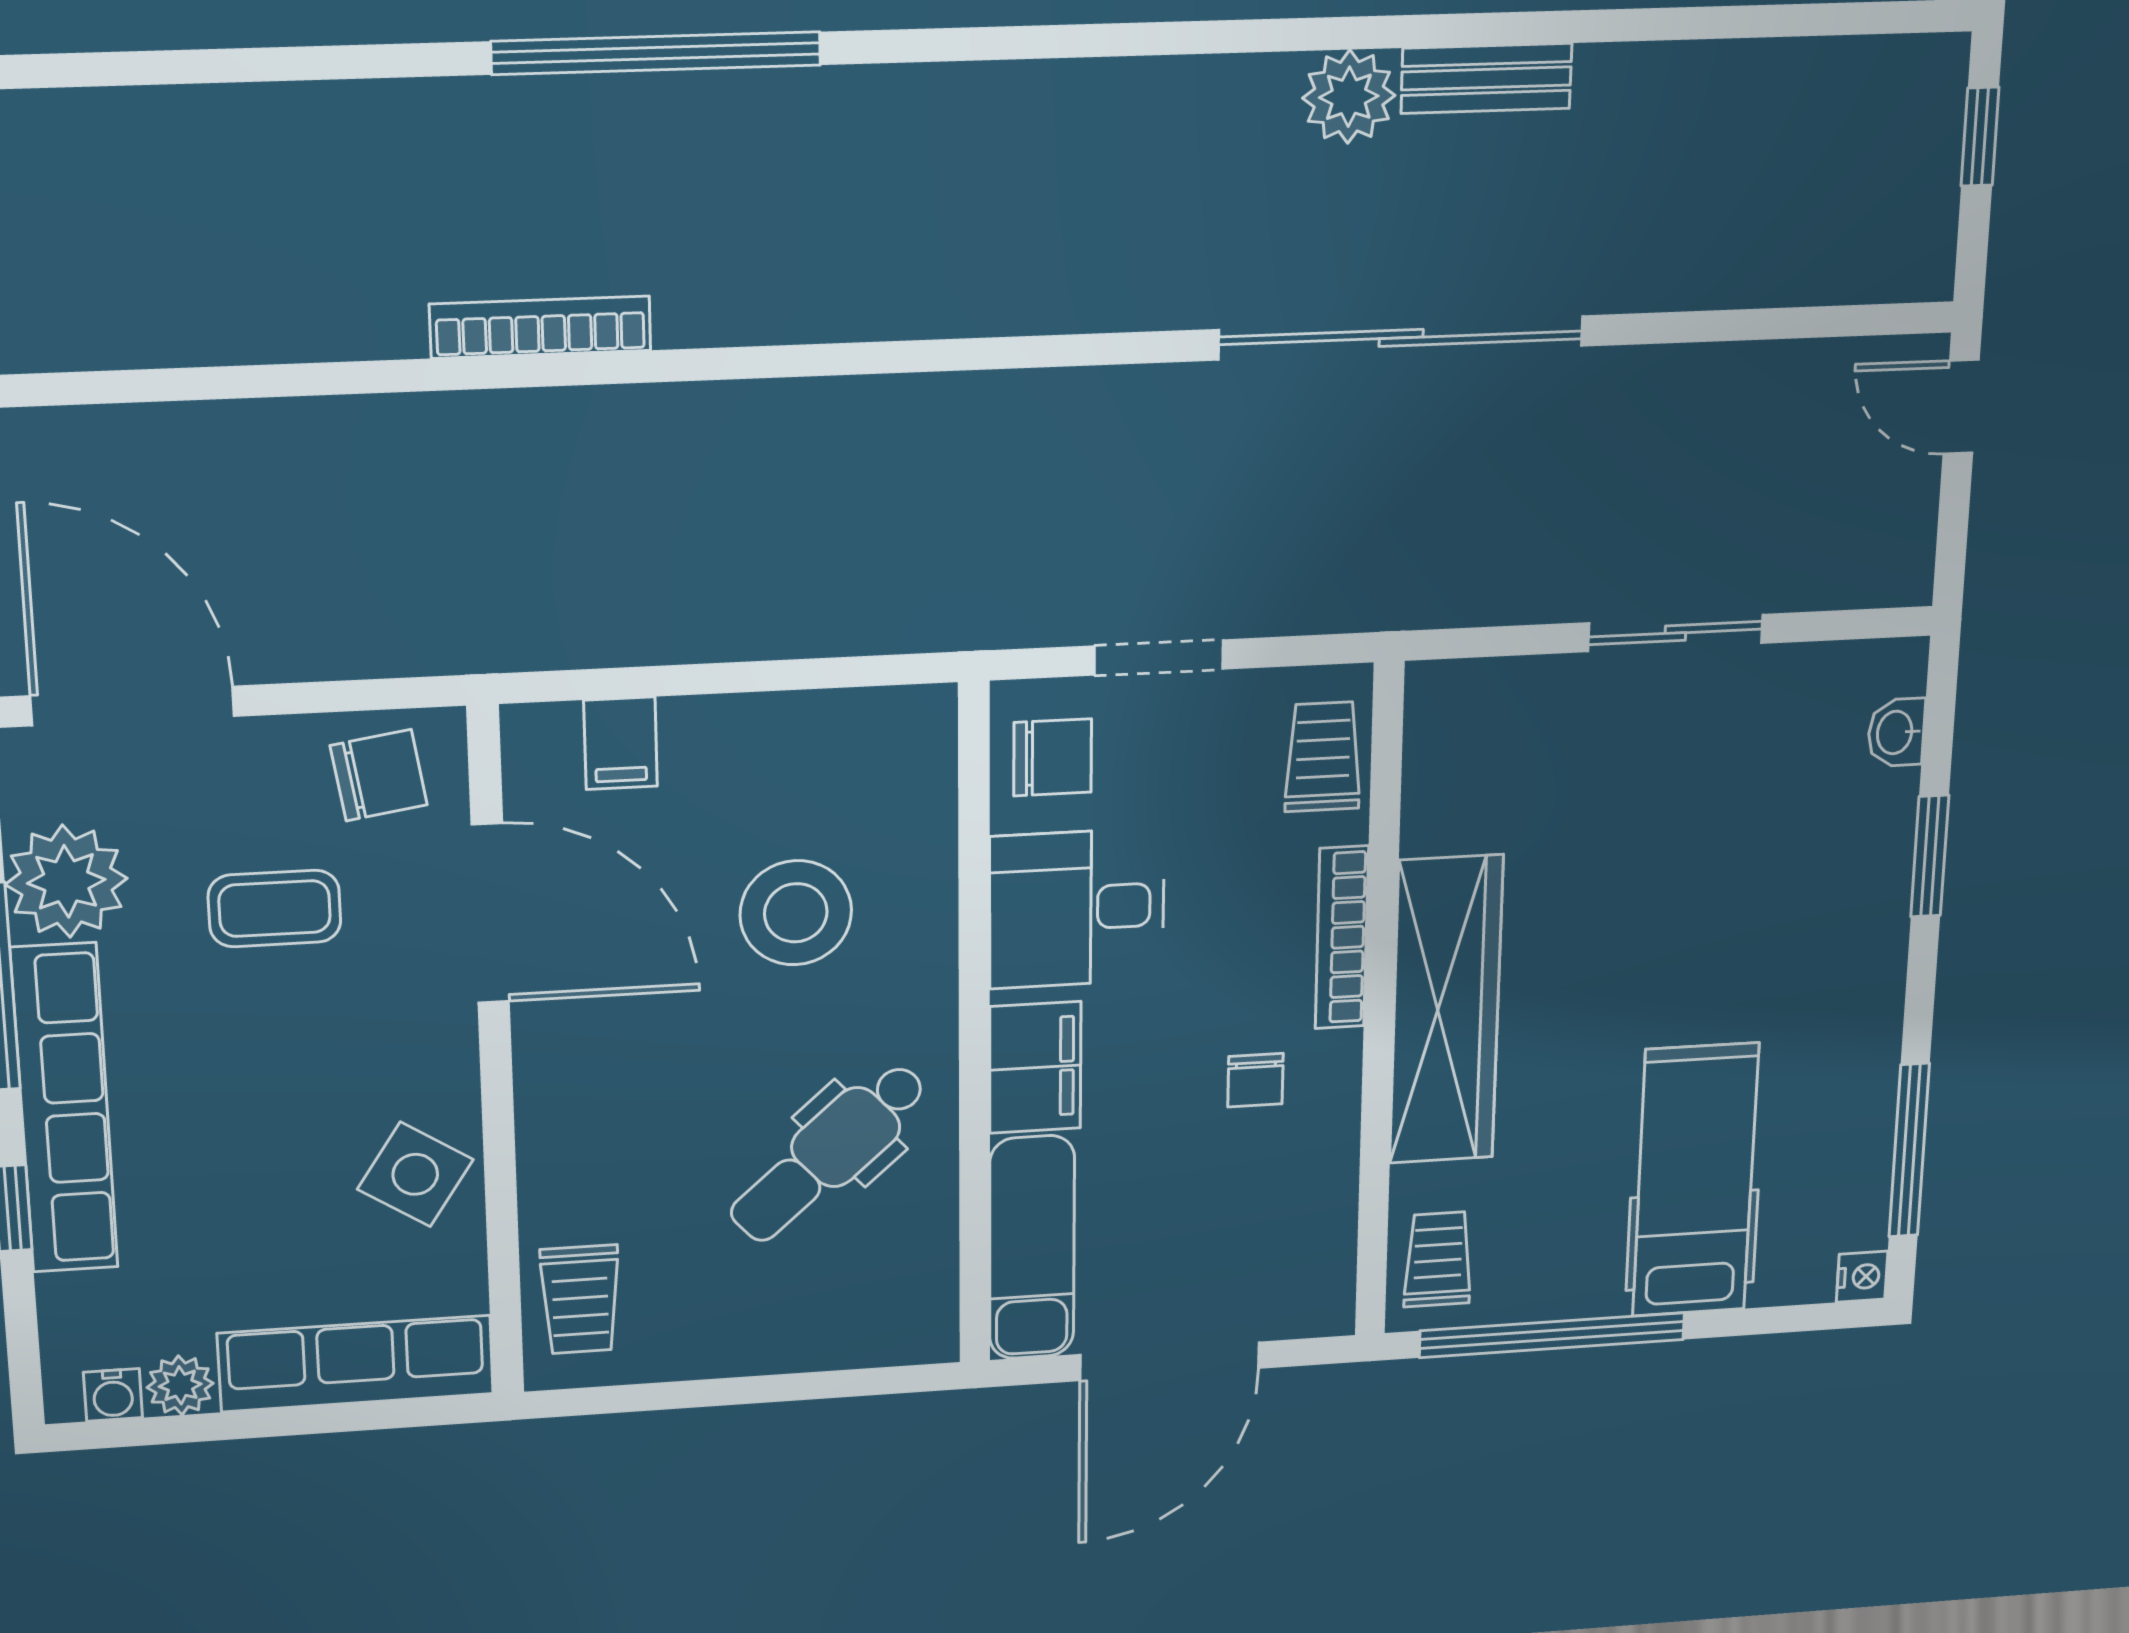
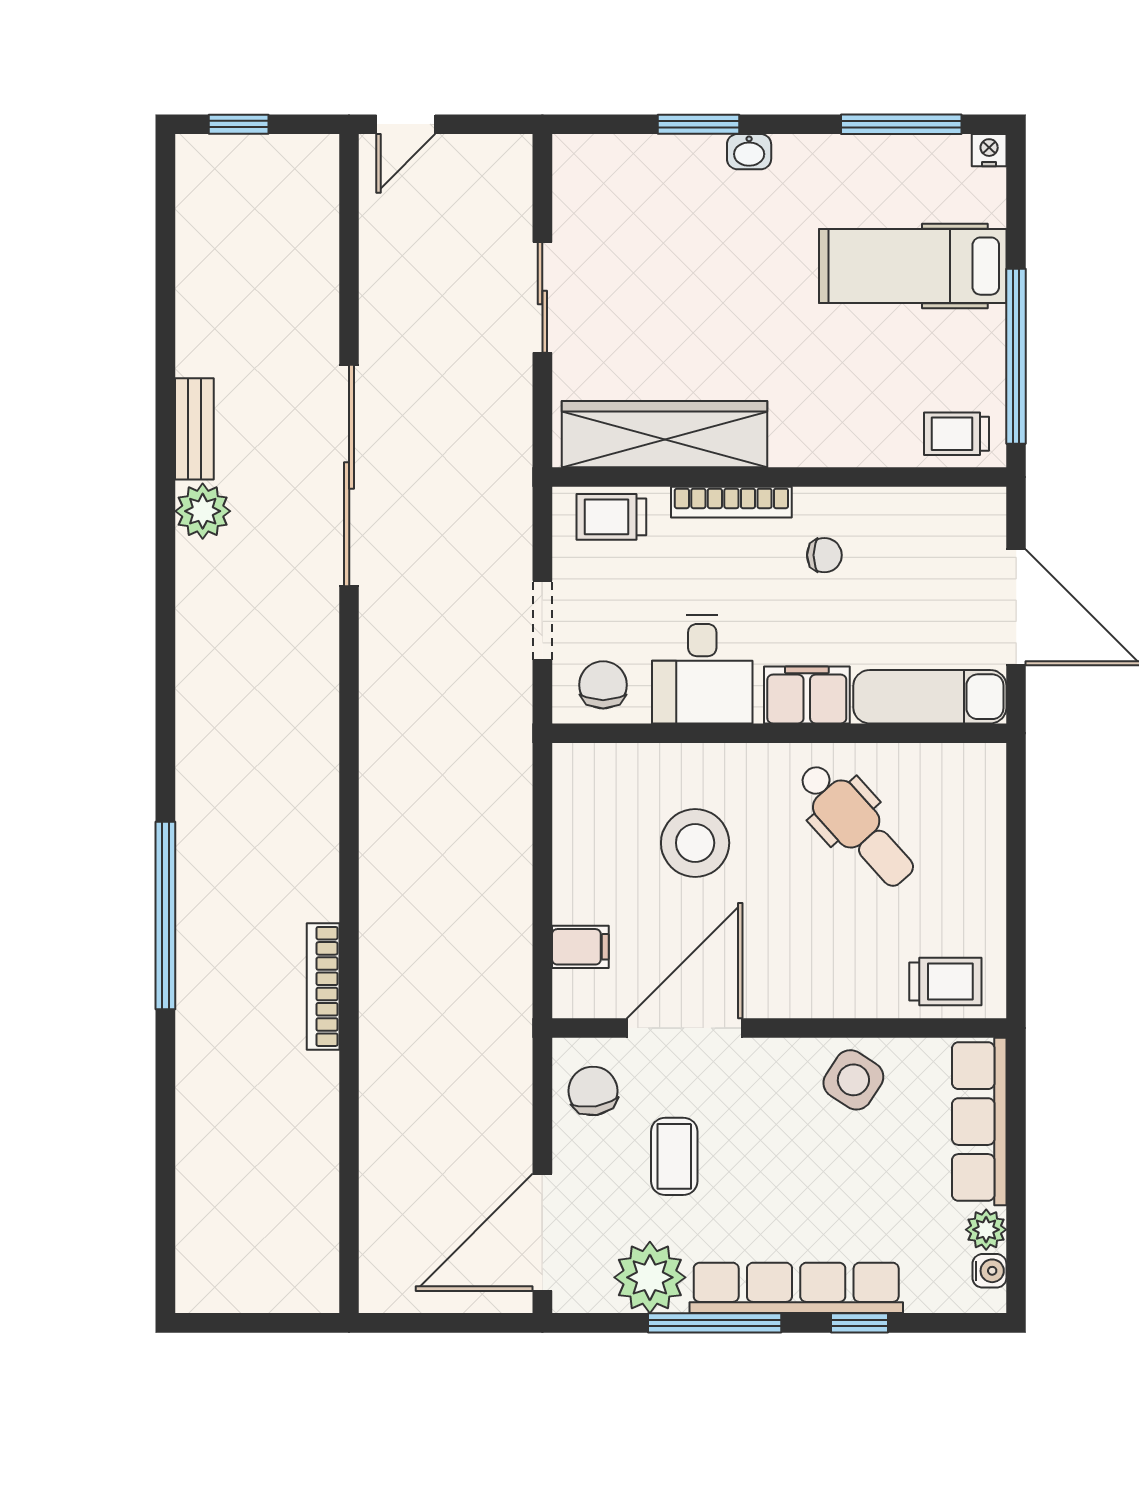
washbasin: (1896, 732) -> (749, 152), moved
wardrobe: (1446, 1010) -> (665, 434), moved

